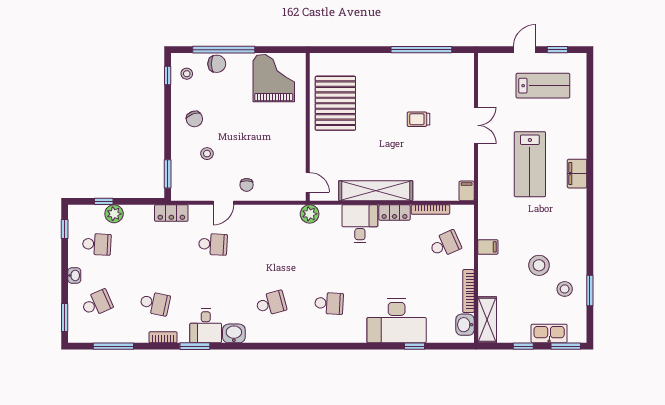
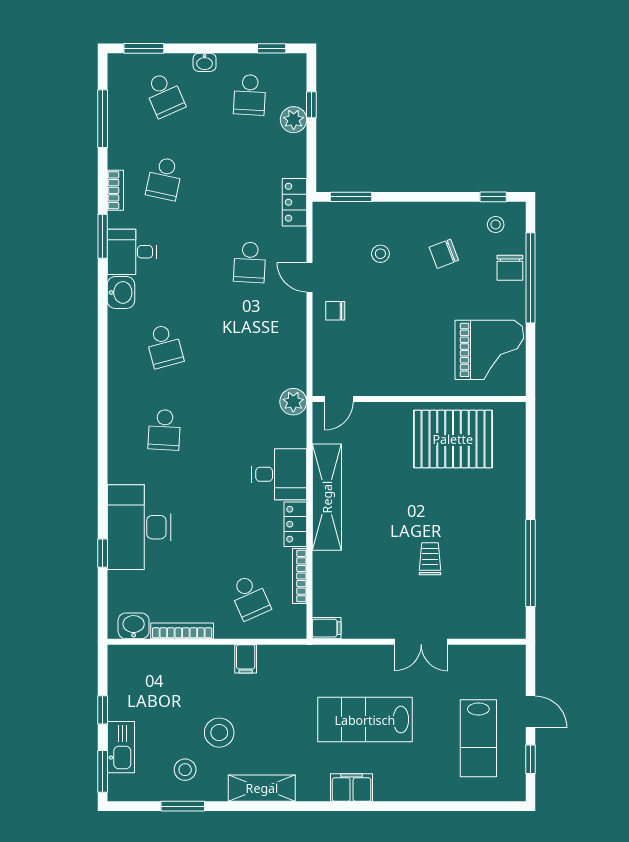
chair: (194, 119) -> (444, 254), moved
shelving: (487, 320) -> (262, 788), moved

